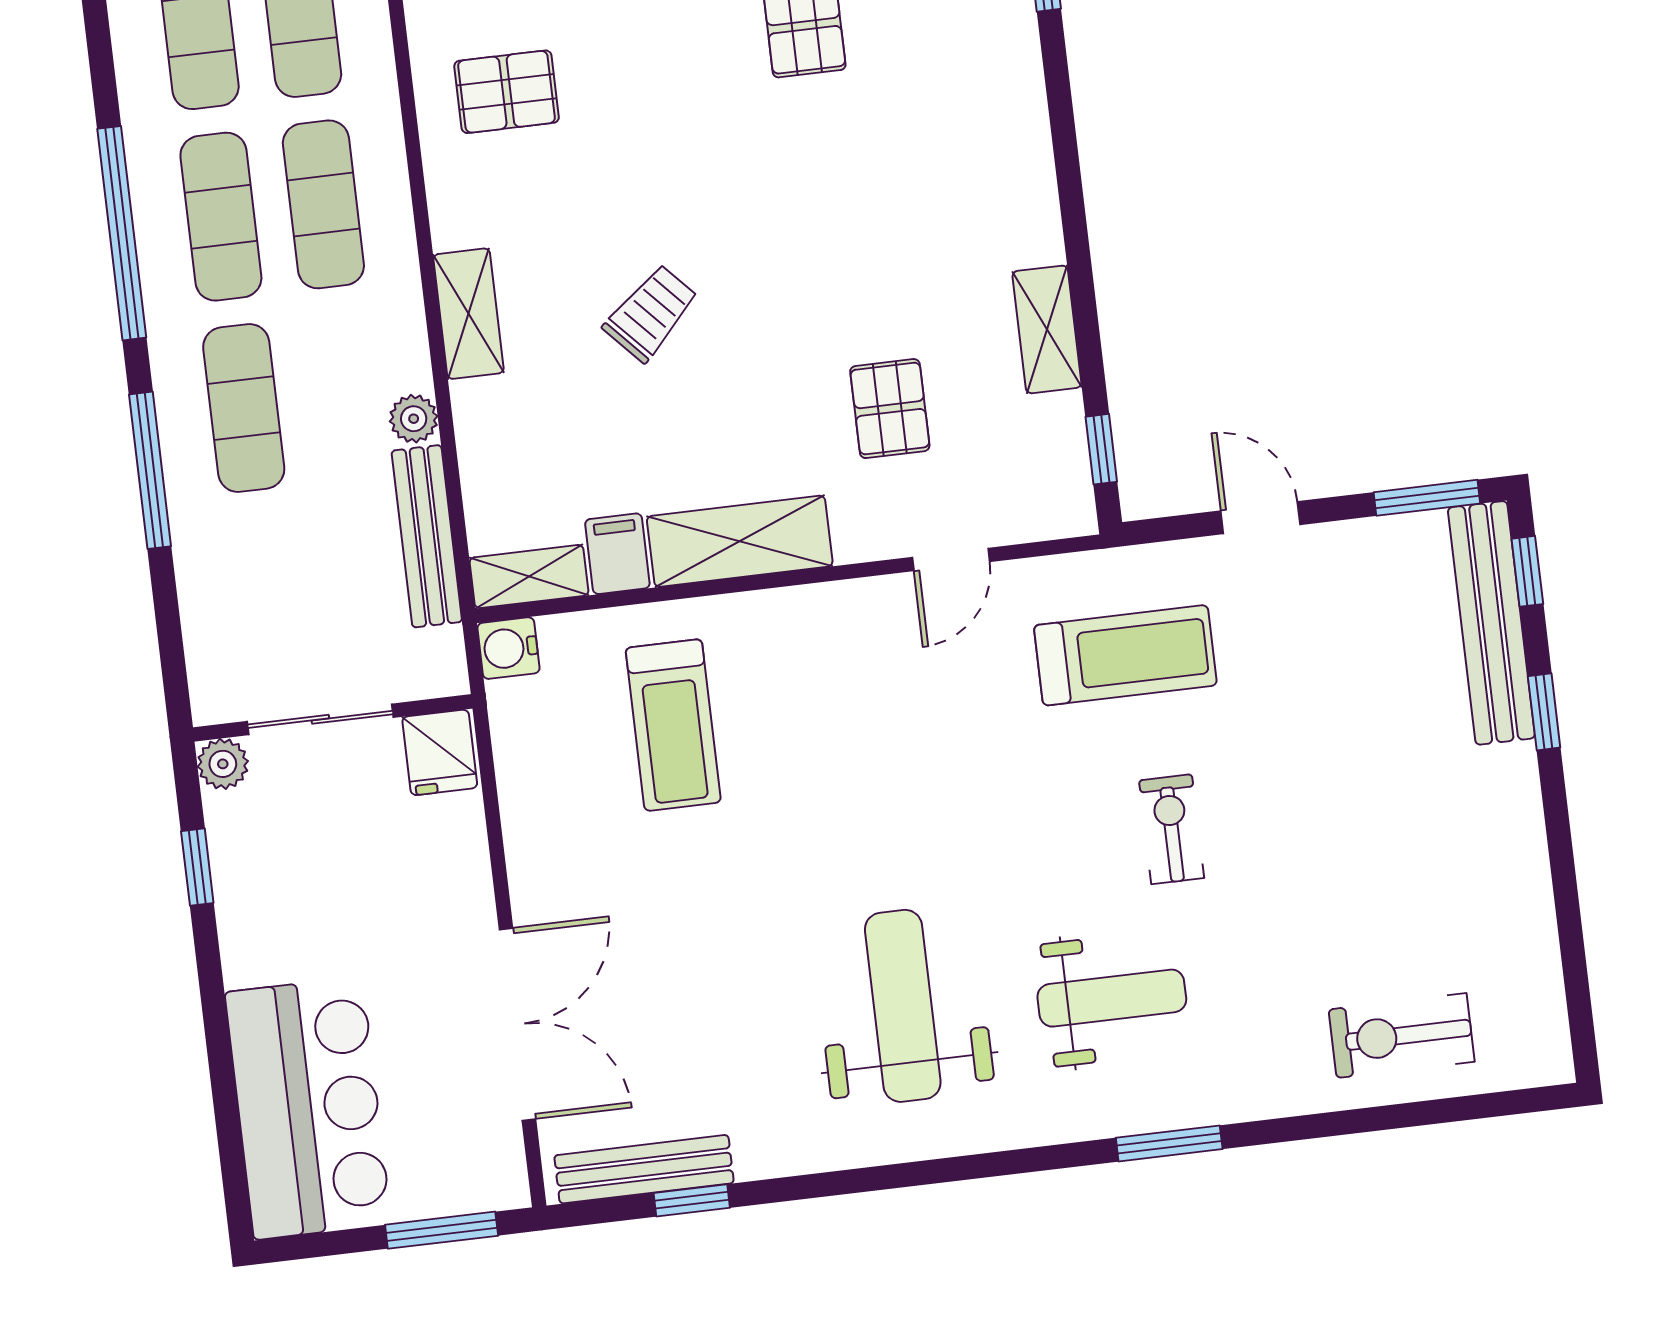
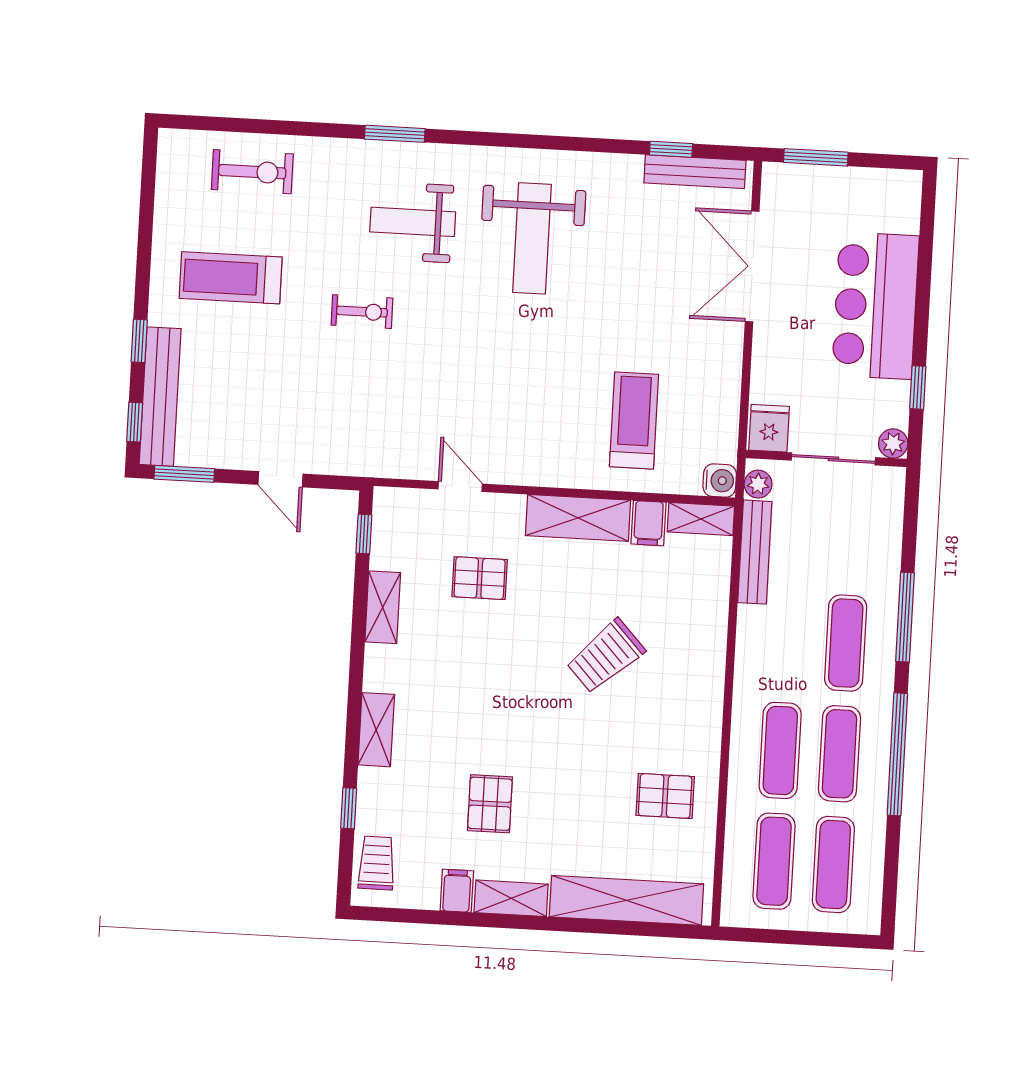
trolley: (651, 313) -> (606, 656), width x1.36, depth x1.39
shelving: (469, 314) -> (376, 730), moved
pallet: (890, 409) -> (480, 578), turned 90
plant: (414, 419) -> (758, 484), moved
door: (951, 559) -> (460, 487), hinge flipped
treadmill: (1125, 655) -> (231, 278), moved
exercise bike: (1172, 829) -> (362, 312), turned -90
bar counter: (308, 1108) -> (875, 306), moved

